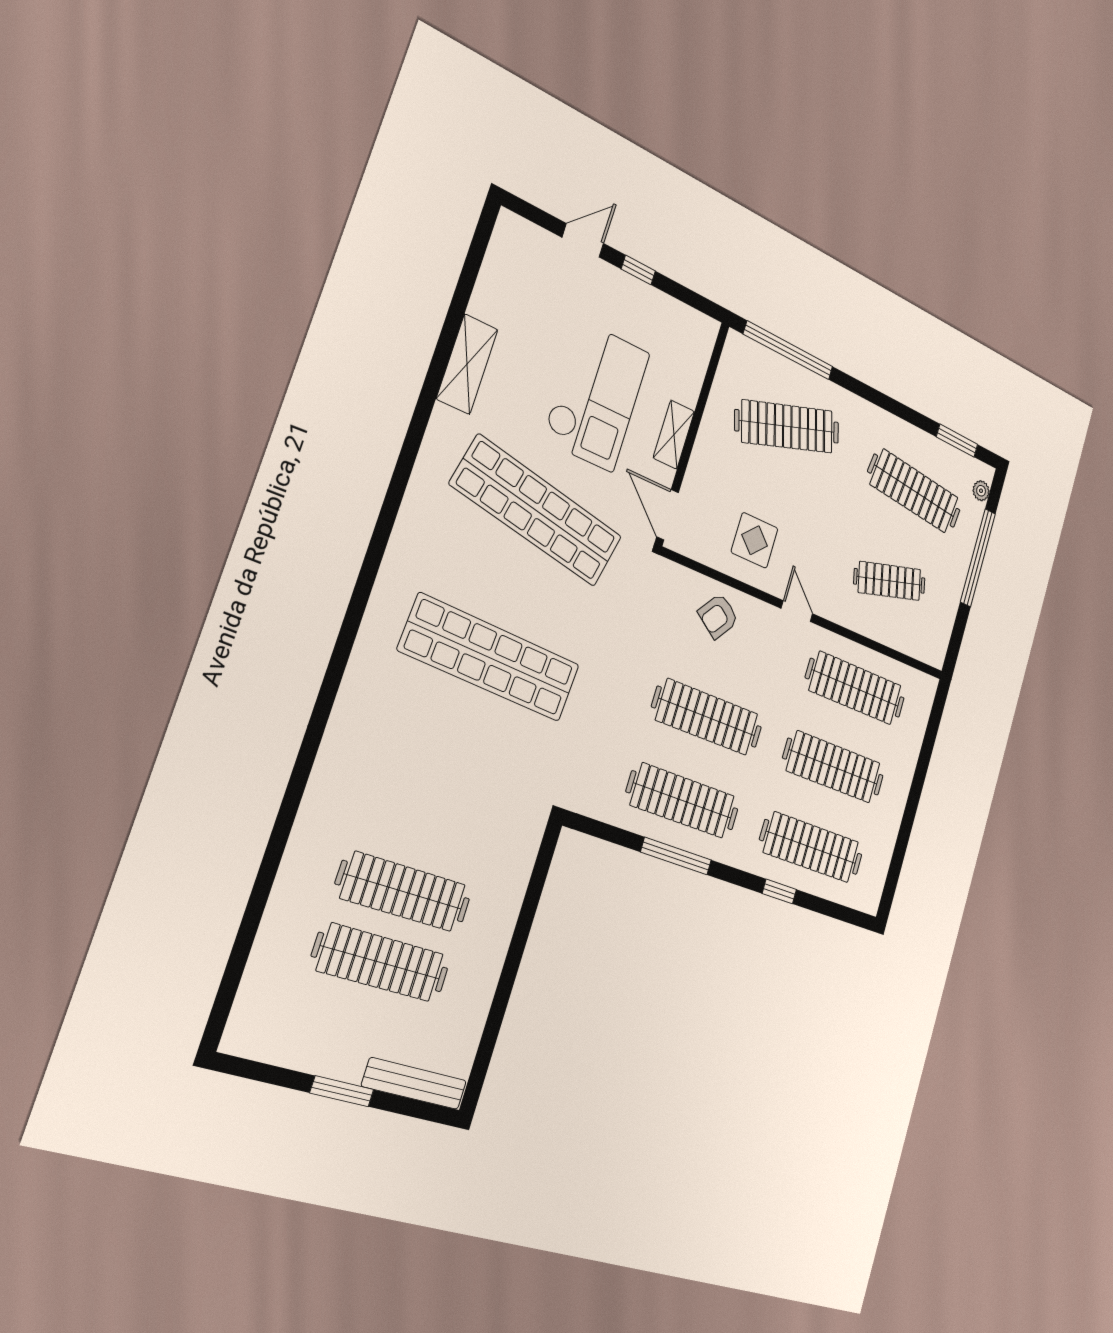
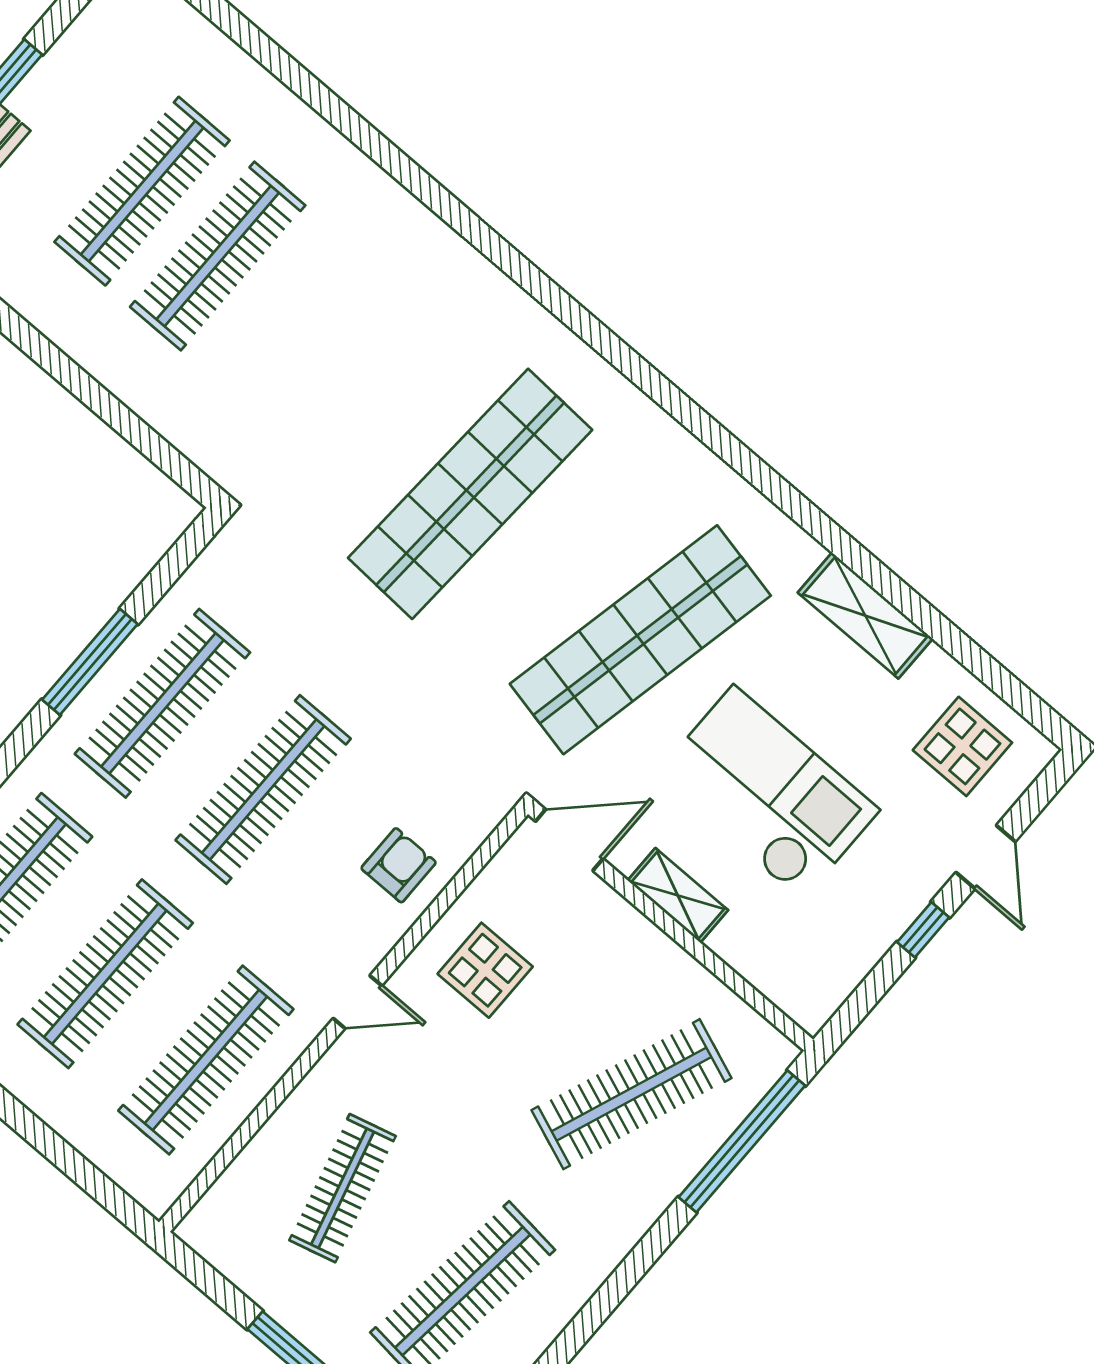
display table: (523, 274) -> (962, 746), added
checkout: (596, 396) -> (768, 793), turned 180
clothes rail: (787, 427) -> (631, 1094), turned 39
armchair: (718, 616) -> (399, 865), turned 54

